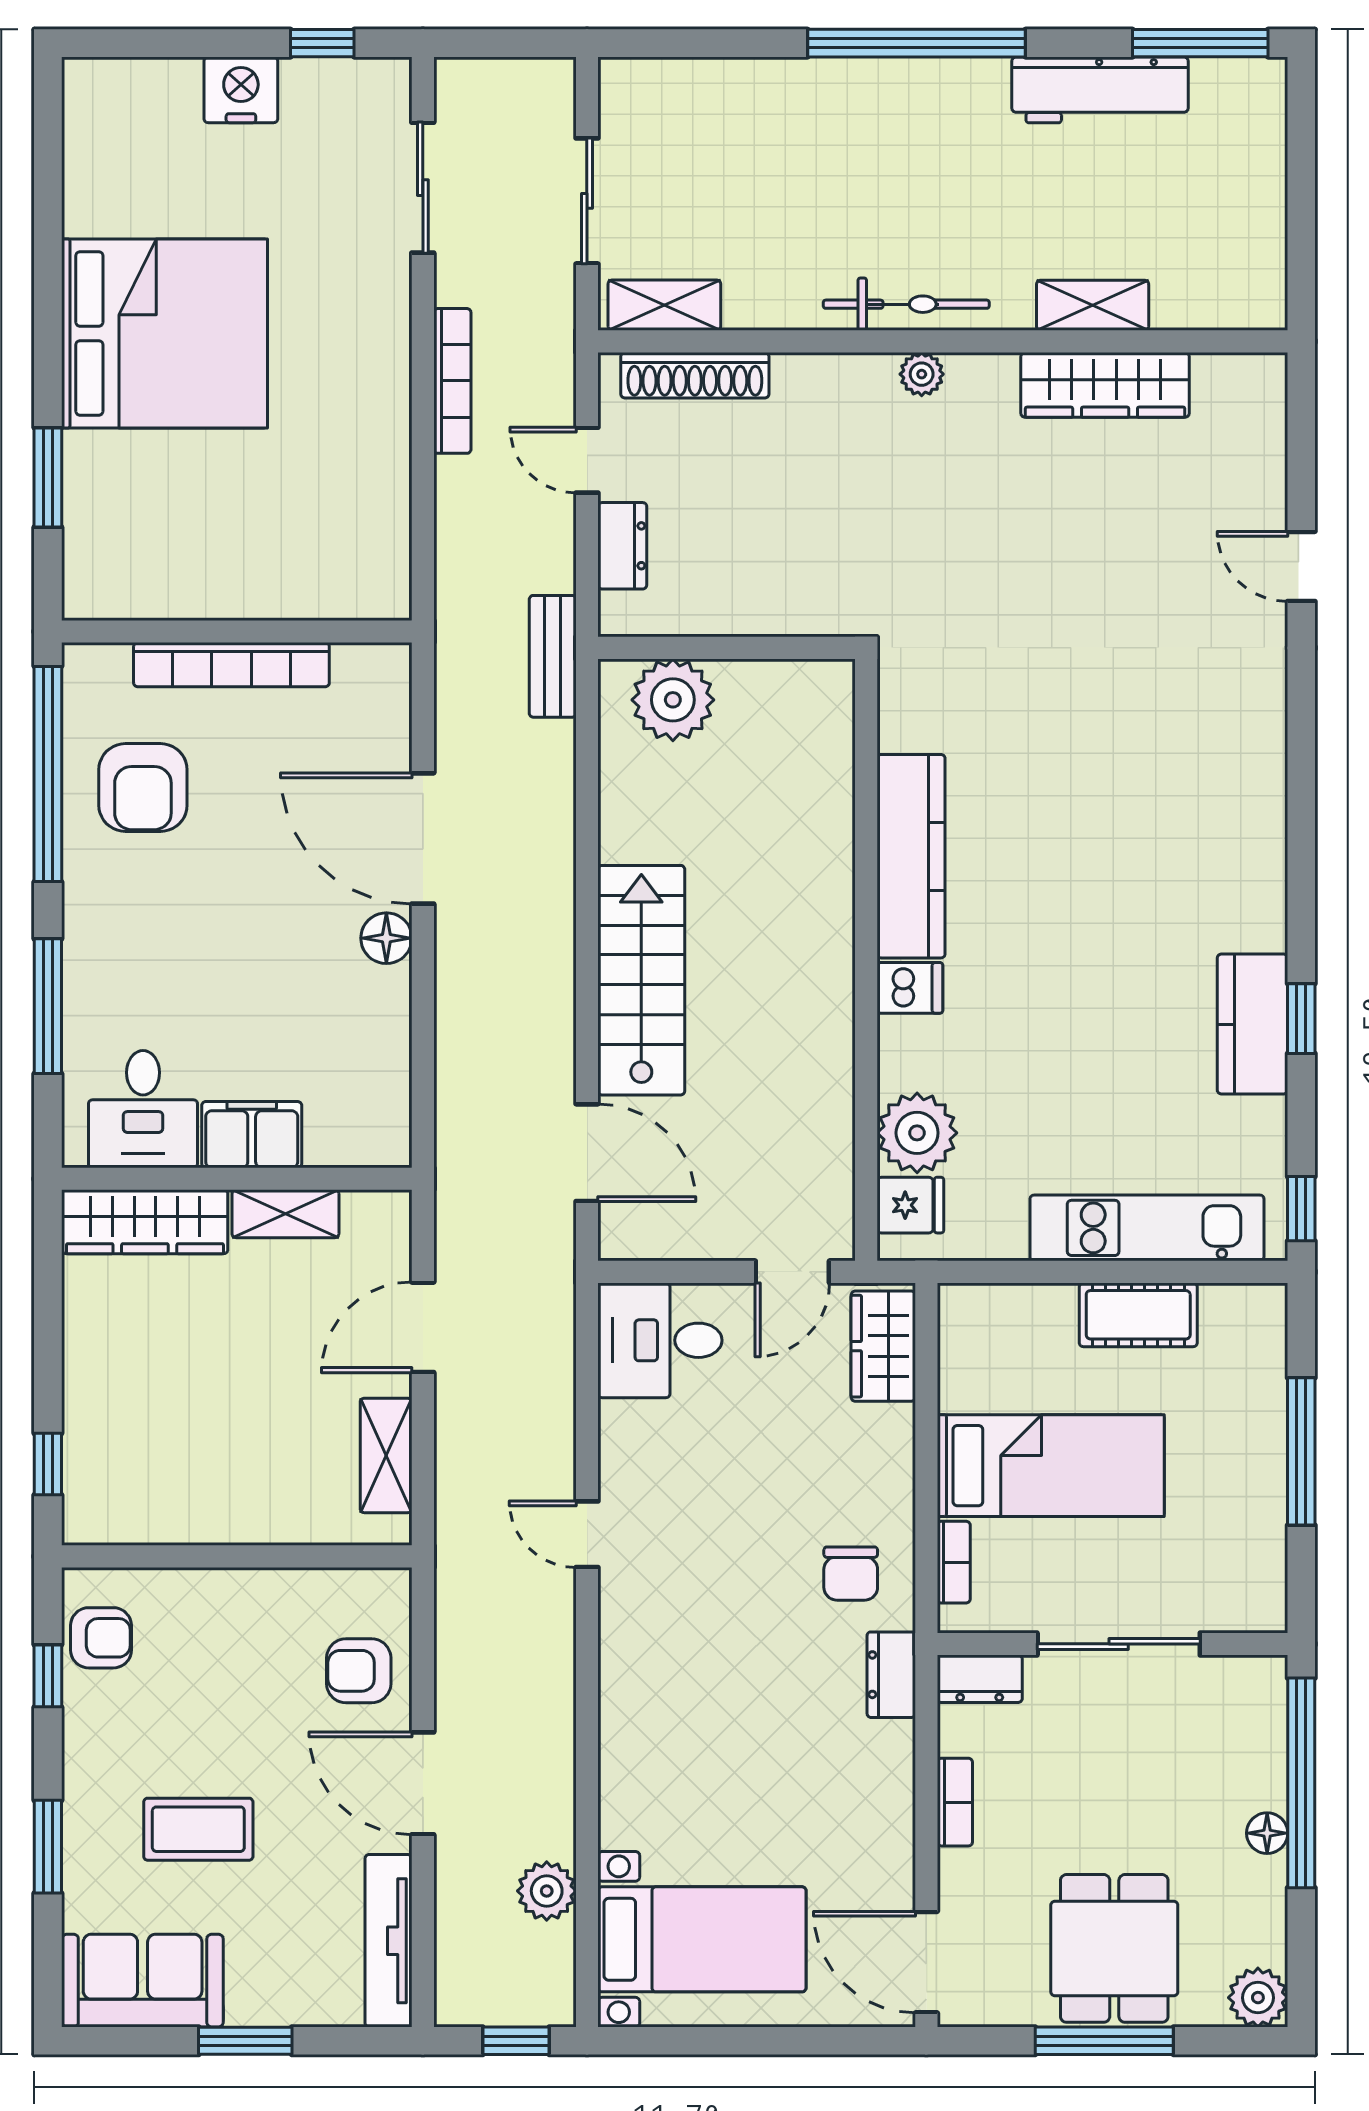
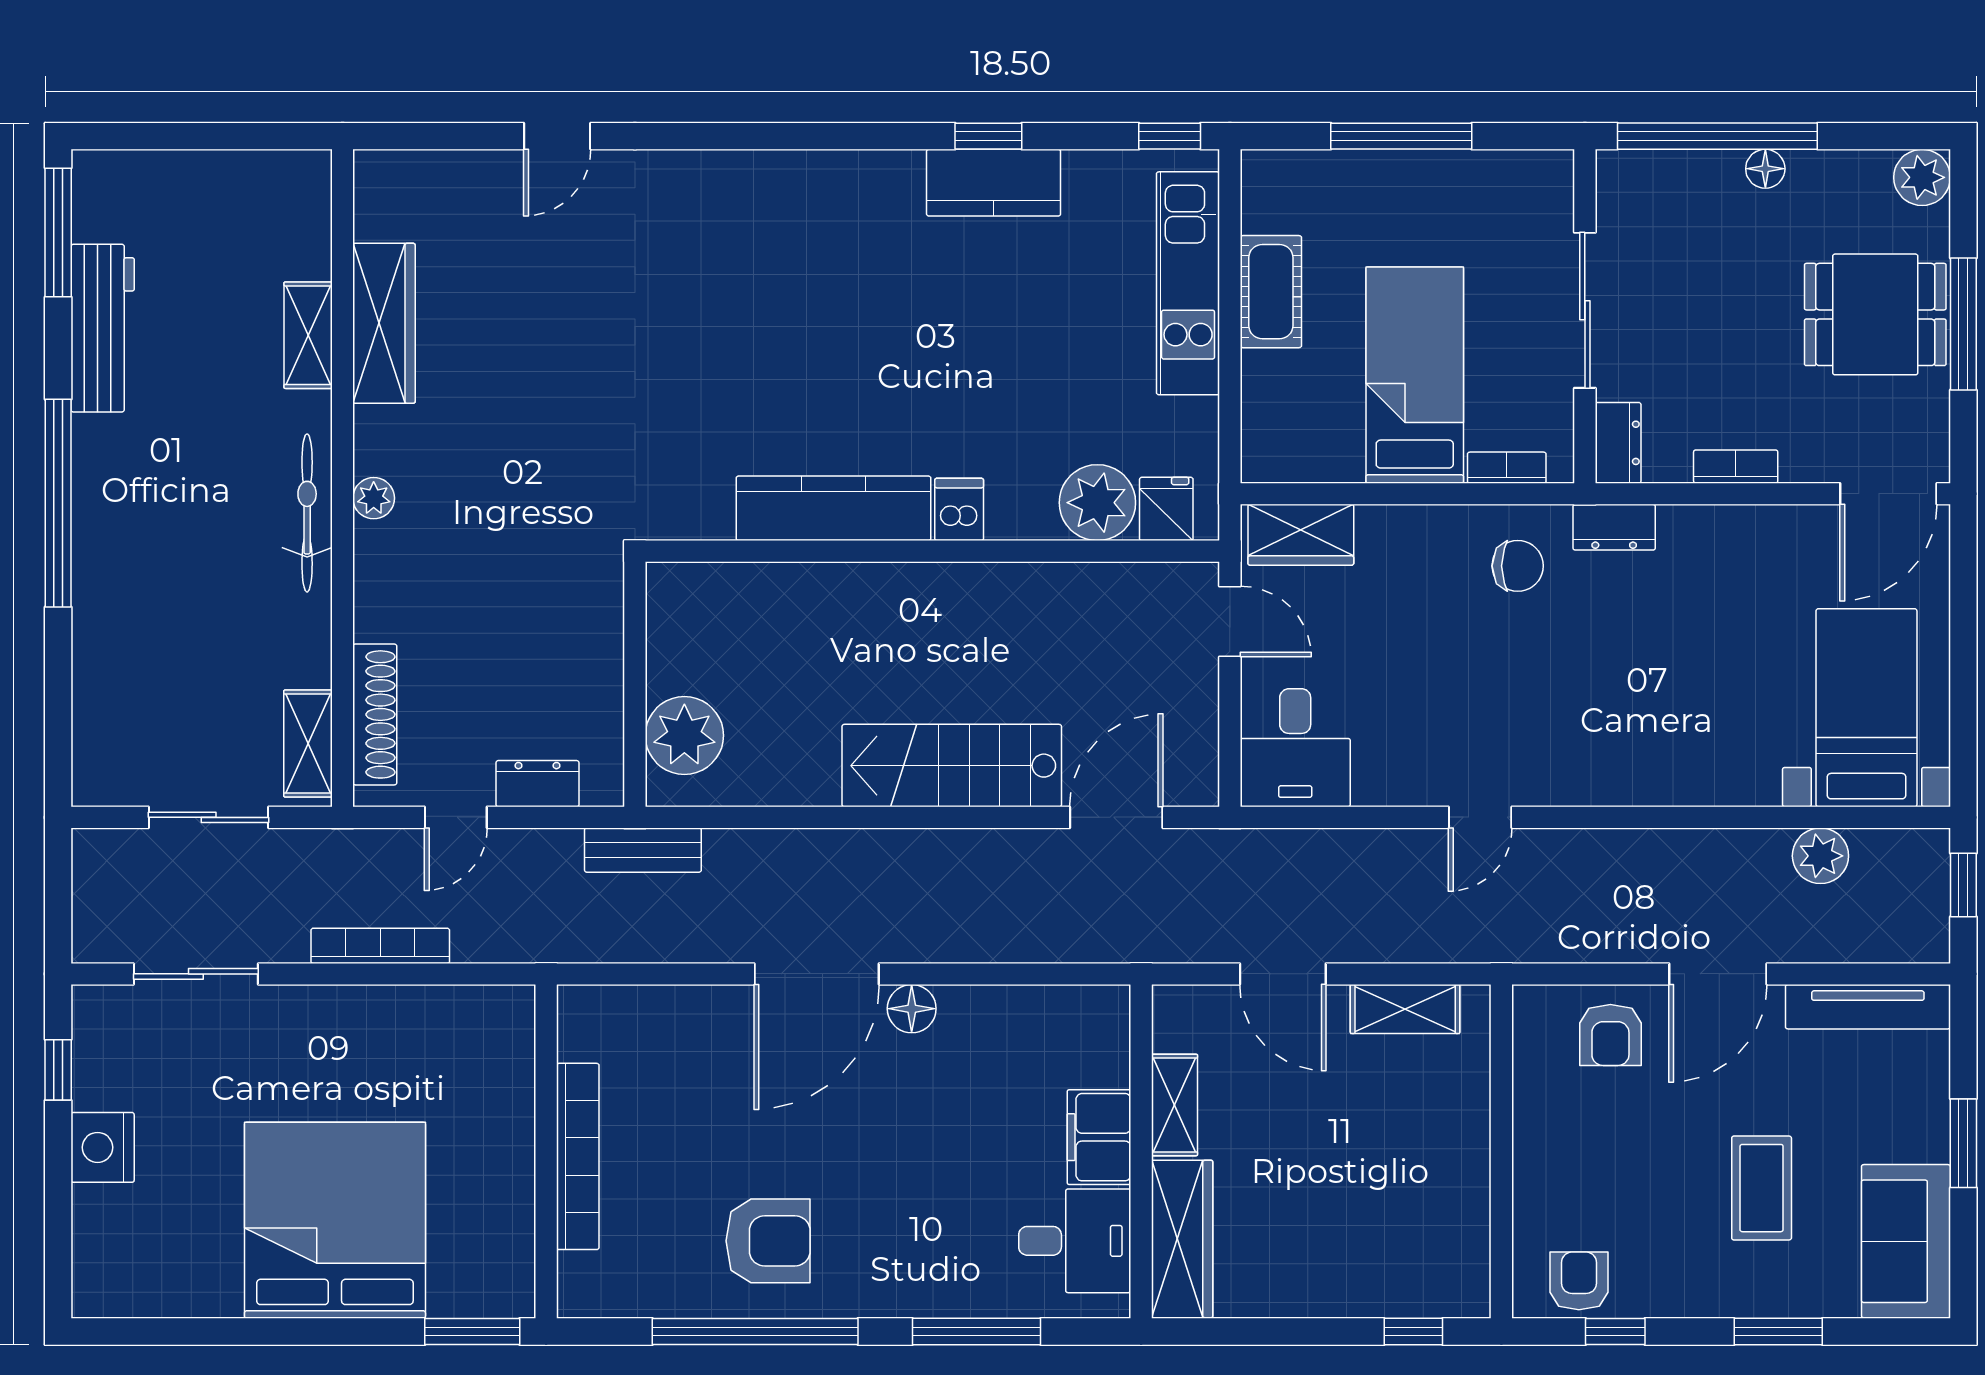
wall: (237, 631) -> (546, 1151), moved
bookcase: (231, 665) -> (578, 1156), moved

